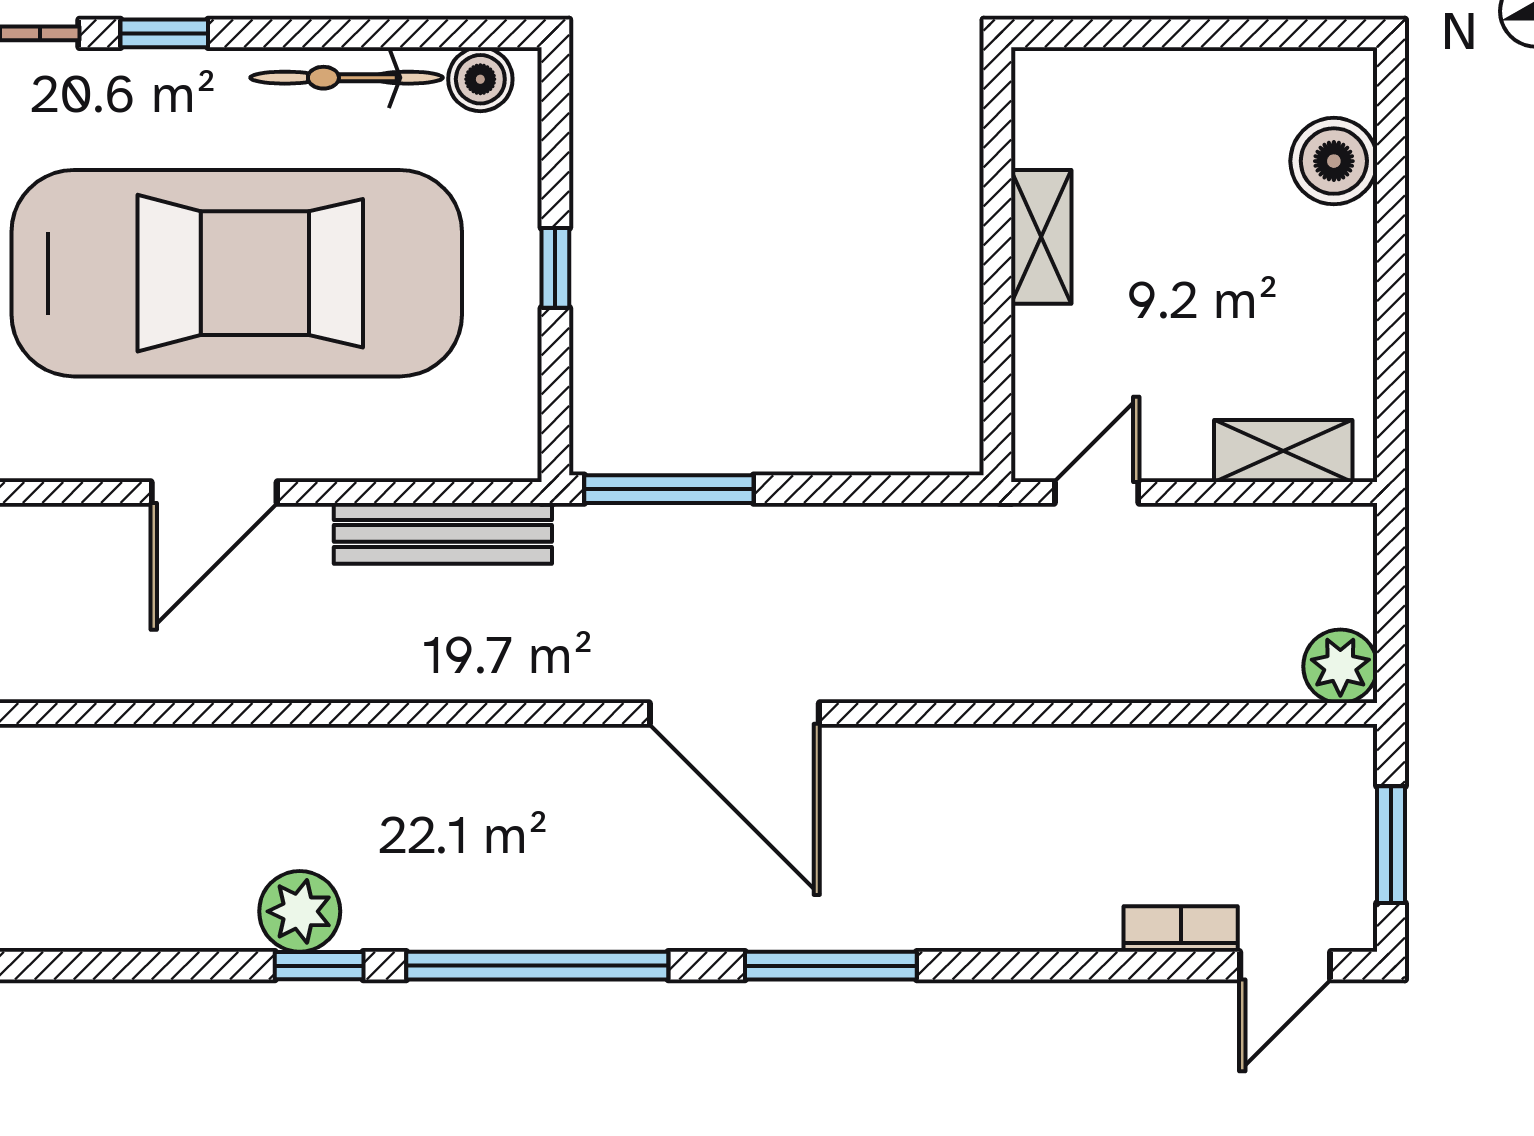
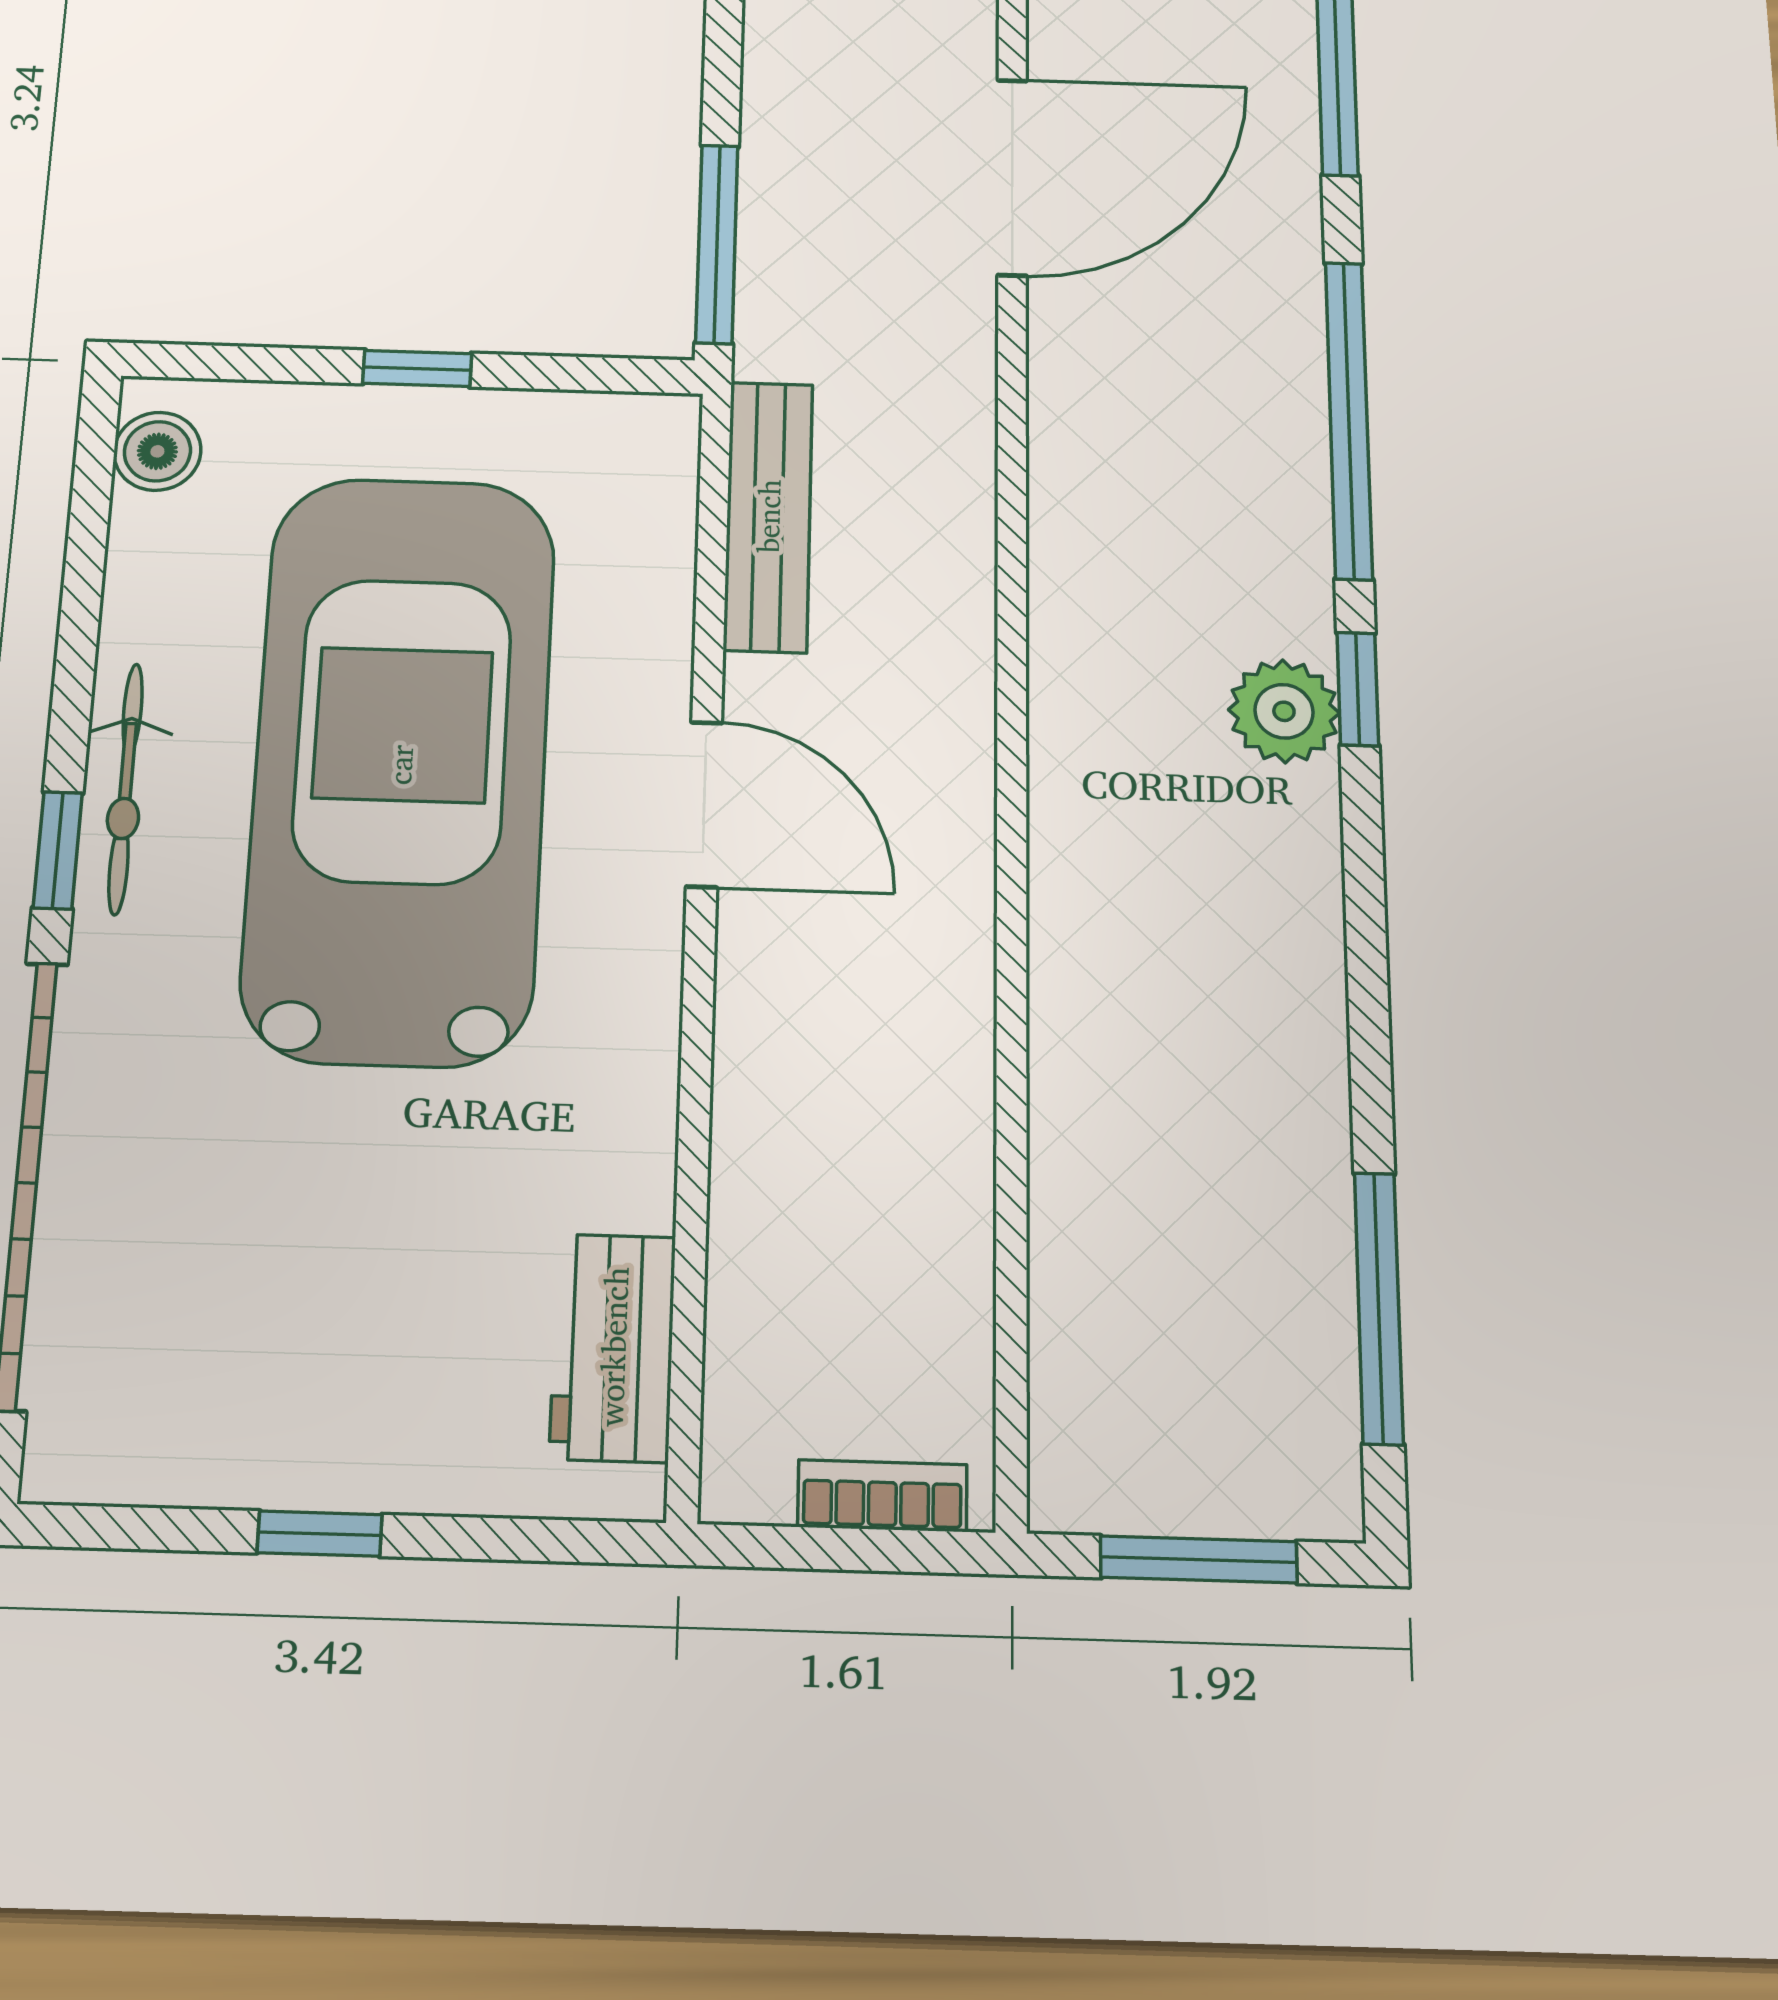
bicycle: (347, 78) -> (126, 788), moved

